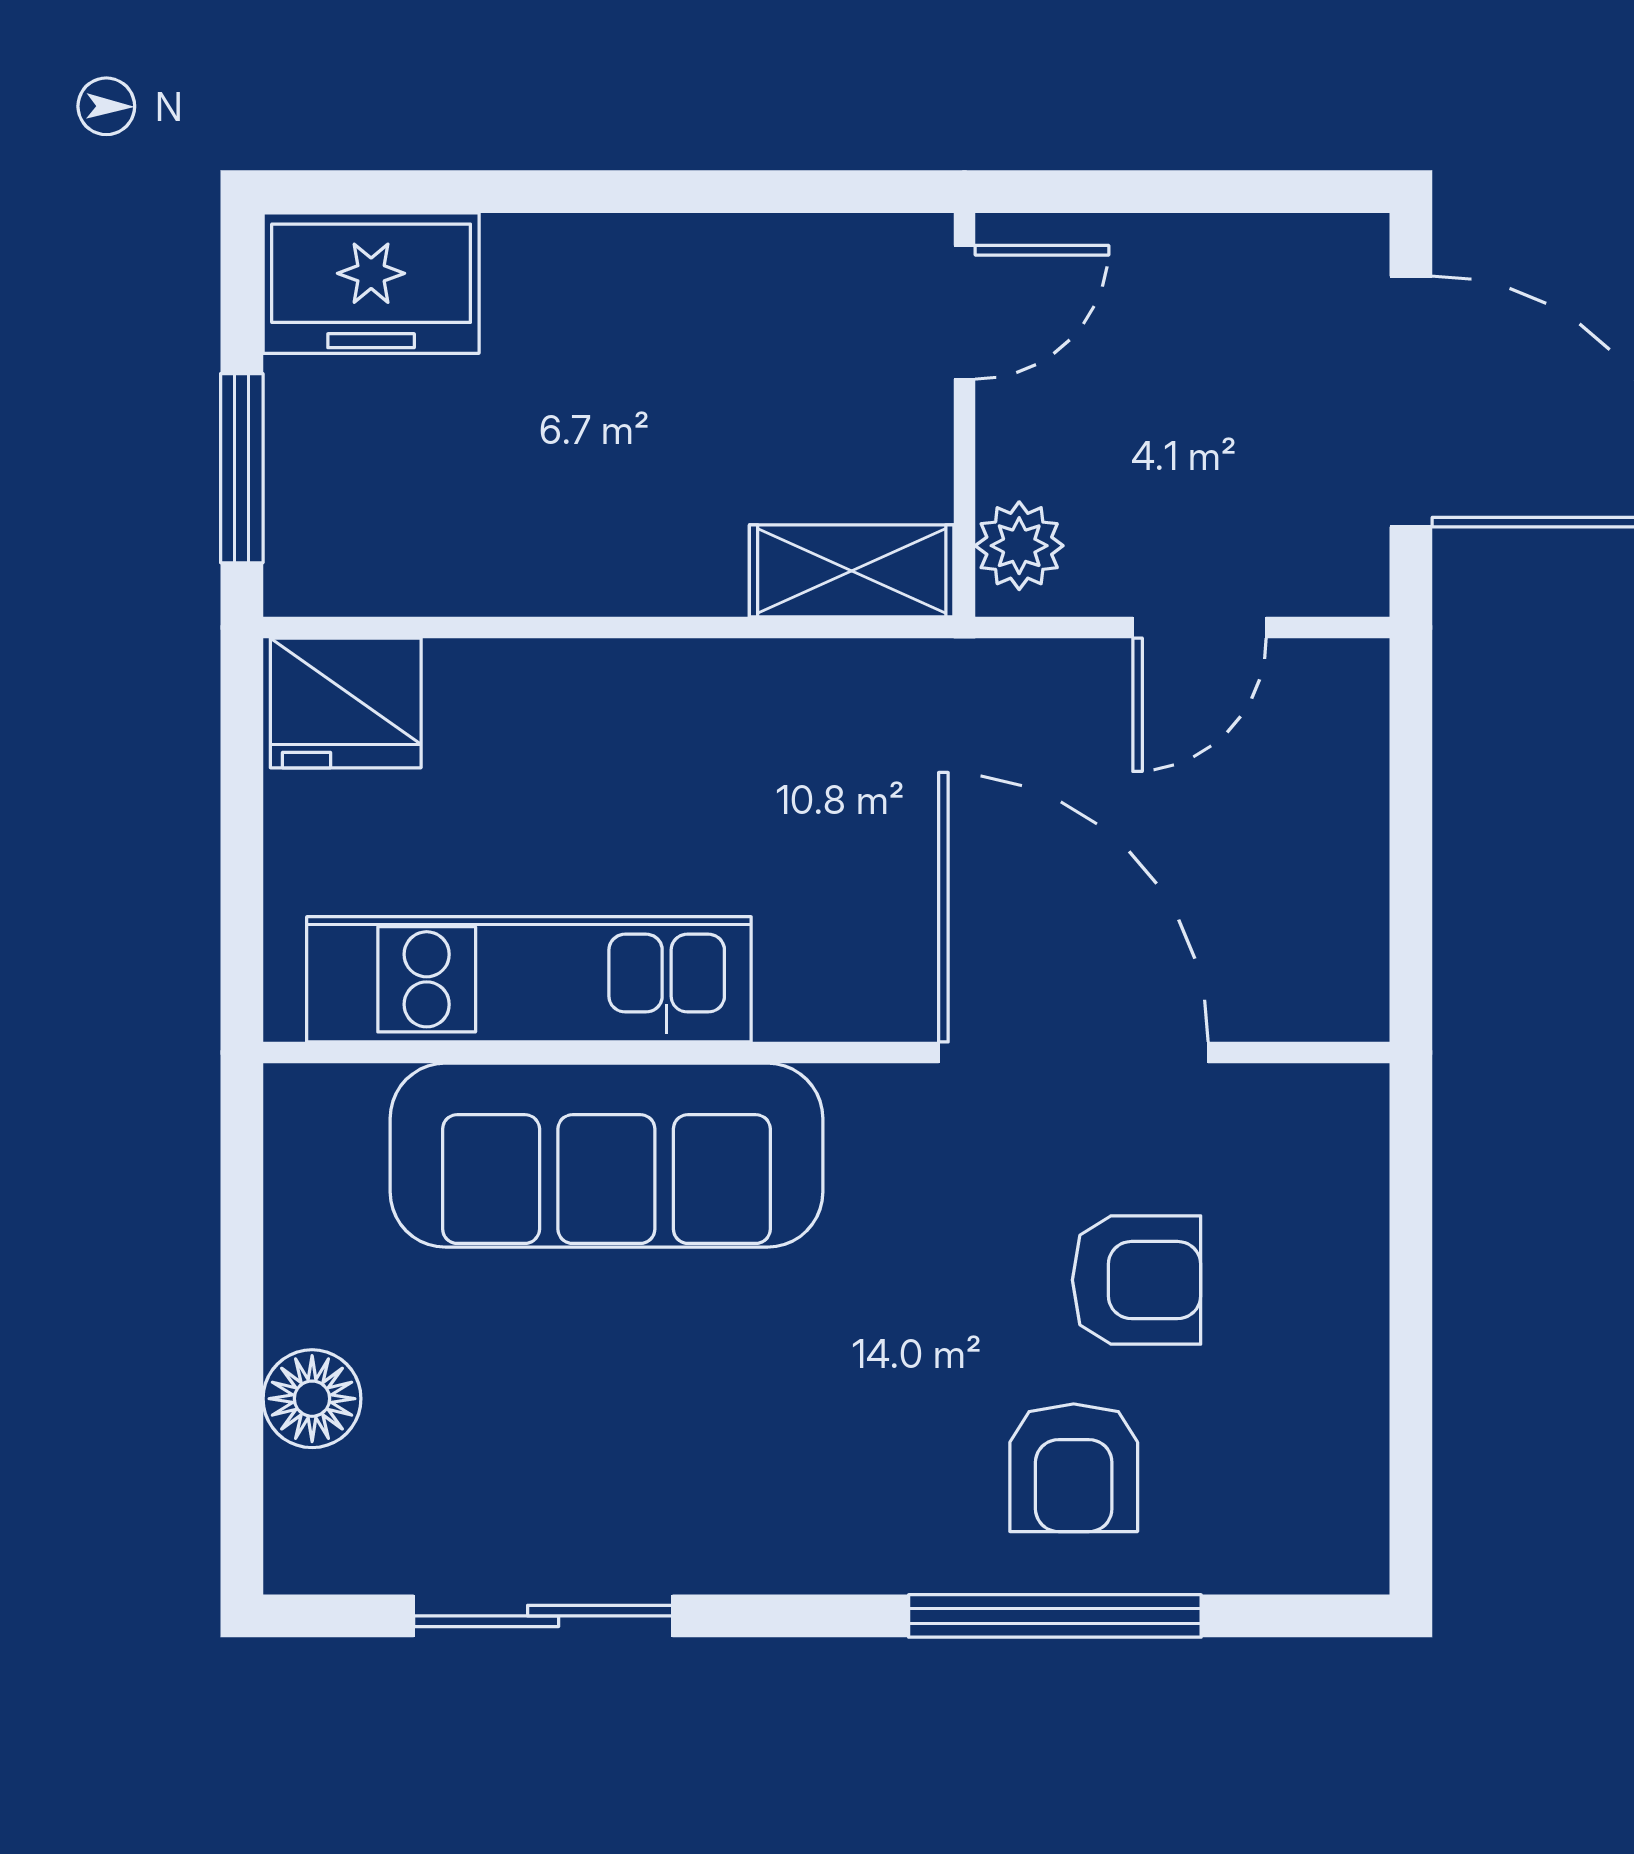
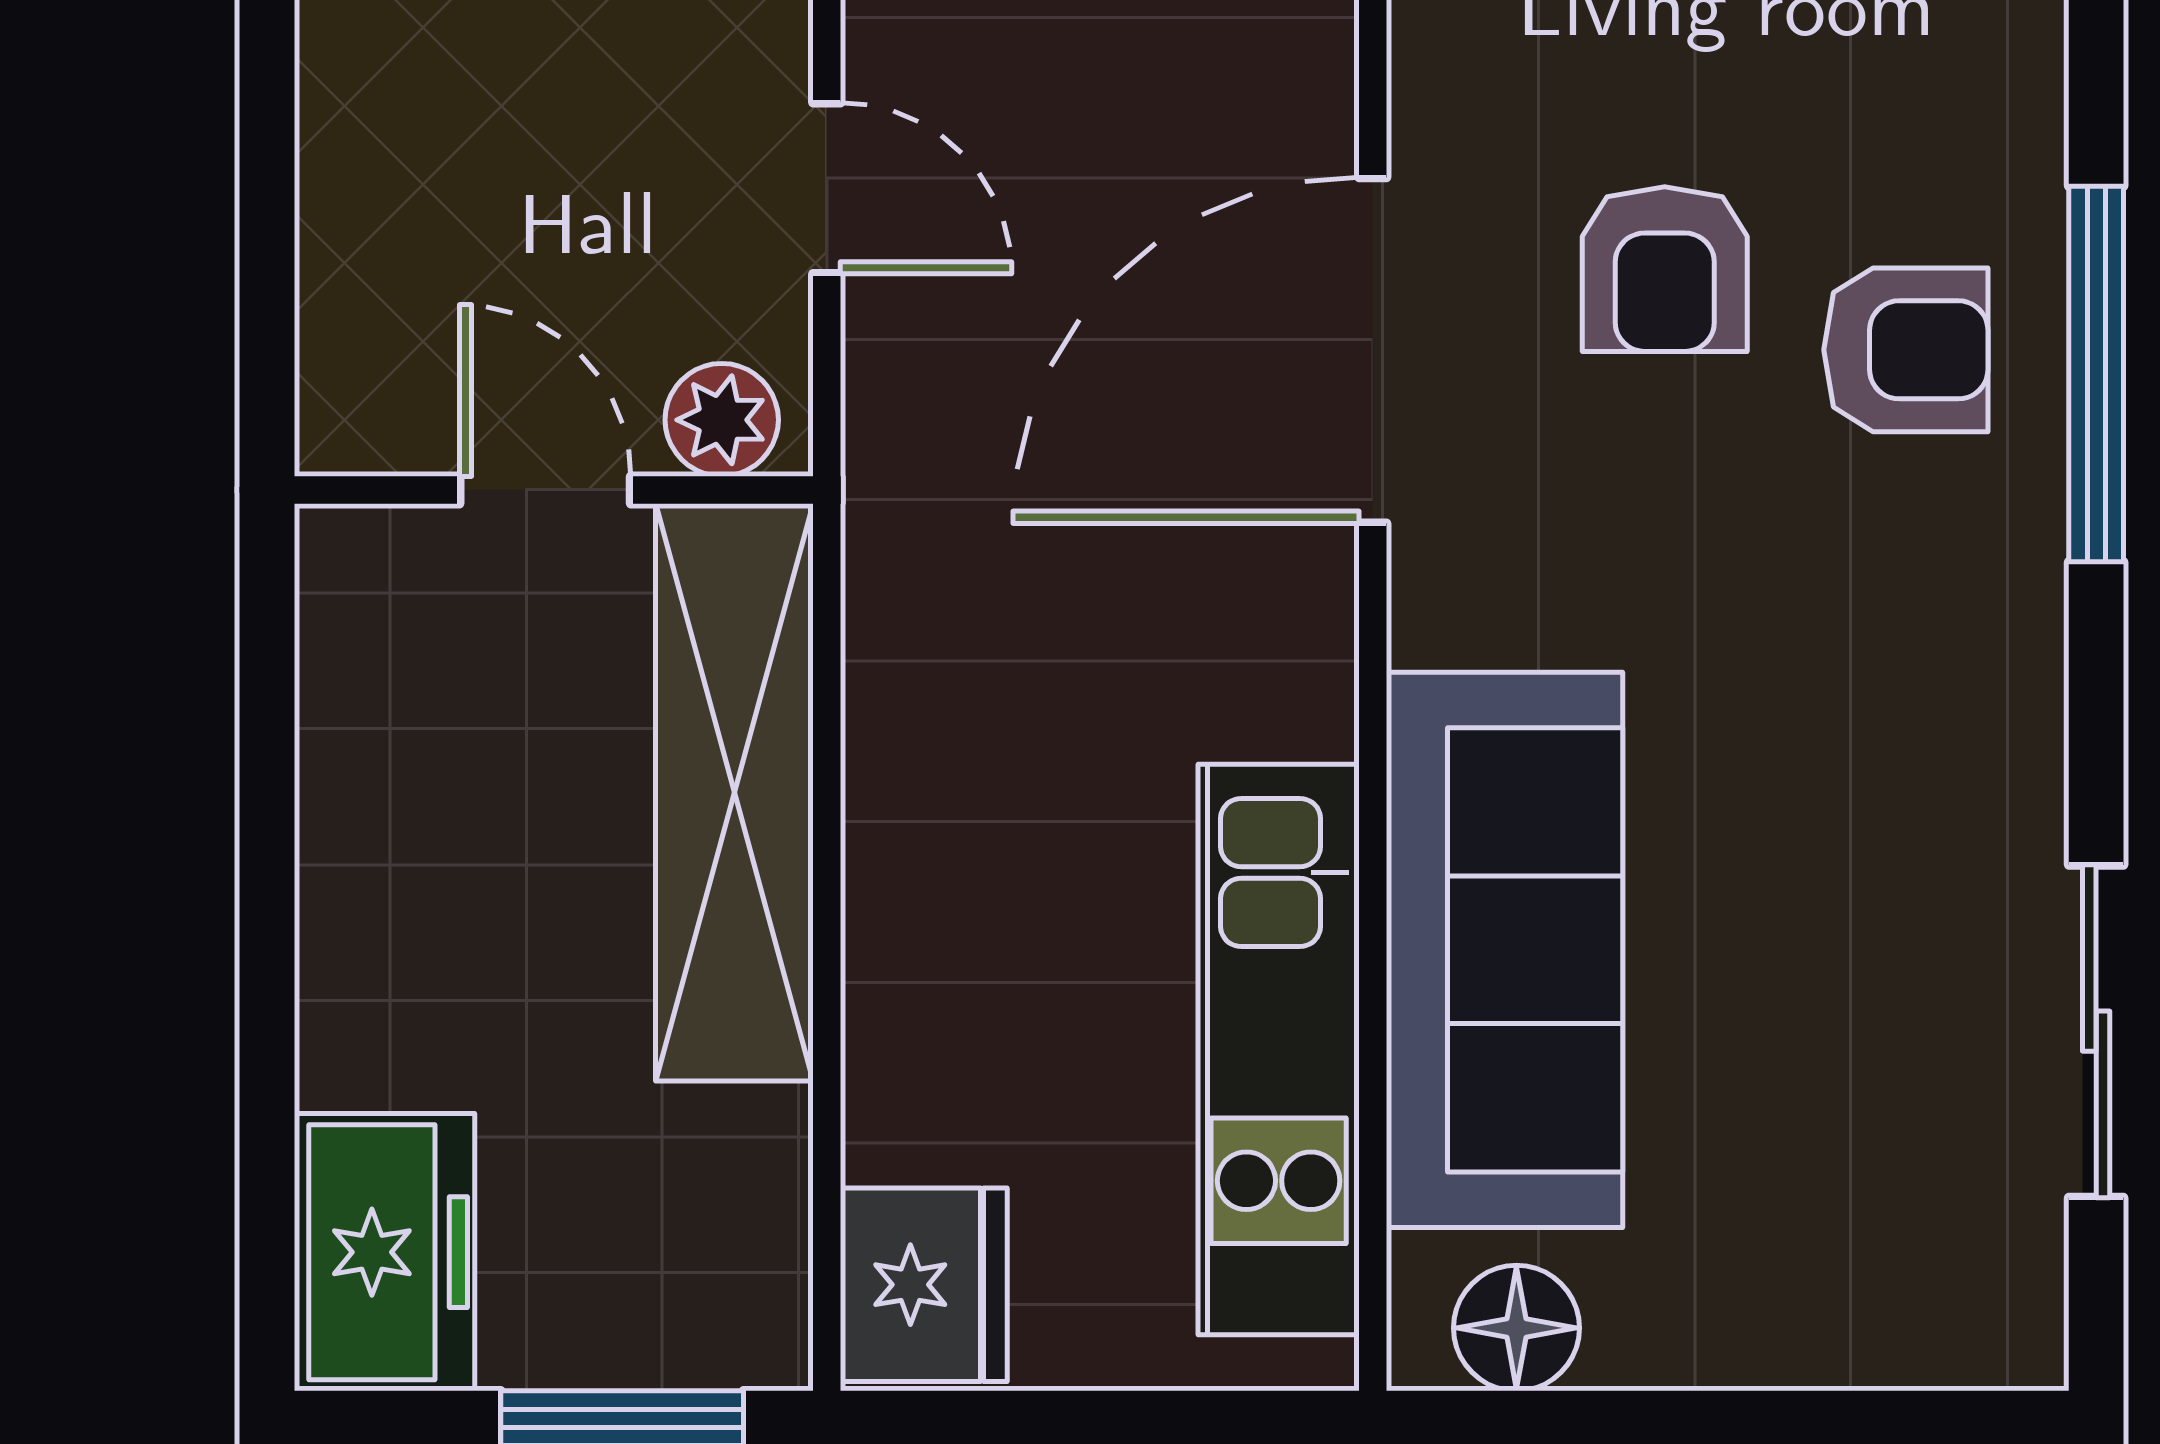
door: (965, 312) -> (545, 490), moved
shelving: (852, 571) -> (734, 792), width x2.20, depth x1.33
armchair: (1137, 1280) -> (1665, 269), turned 180
floor lamp: (312, 1399) -> (1516, 1328), moved

